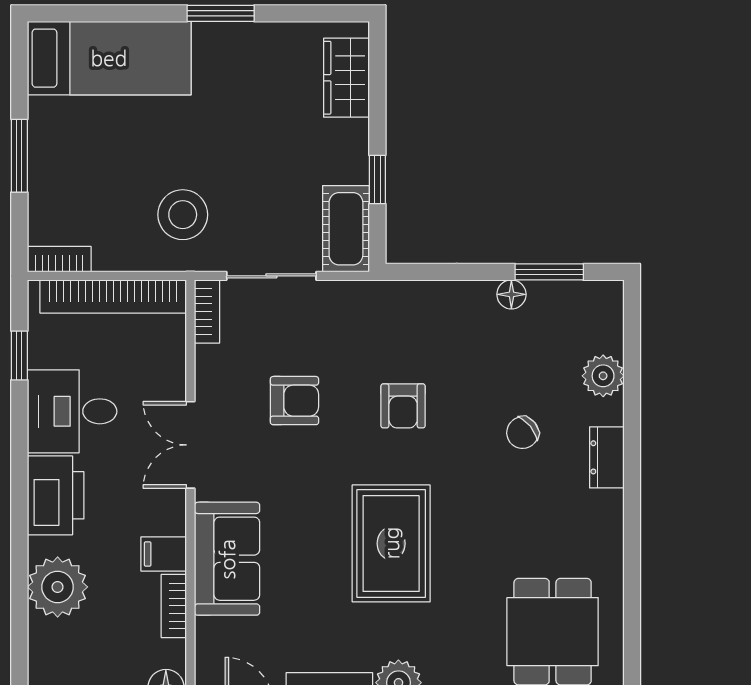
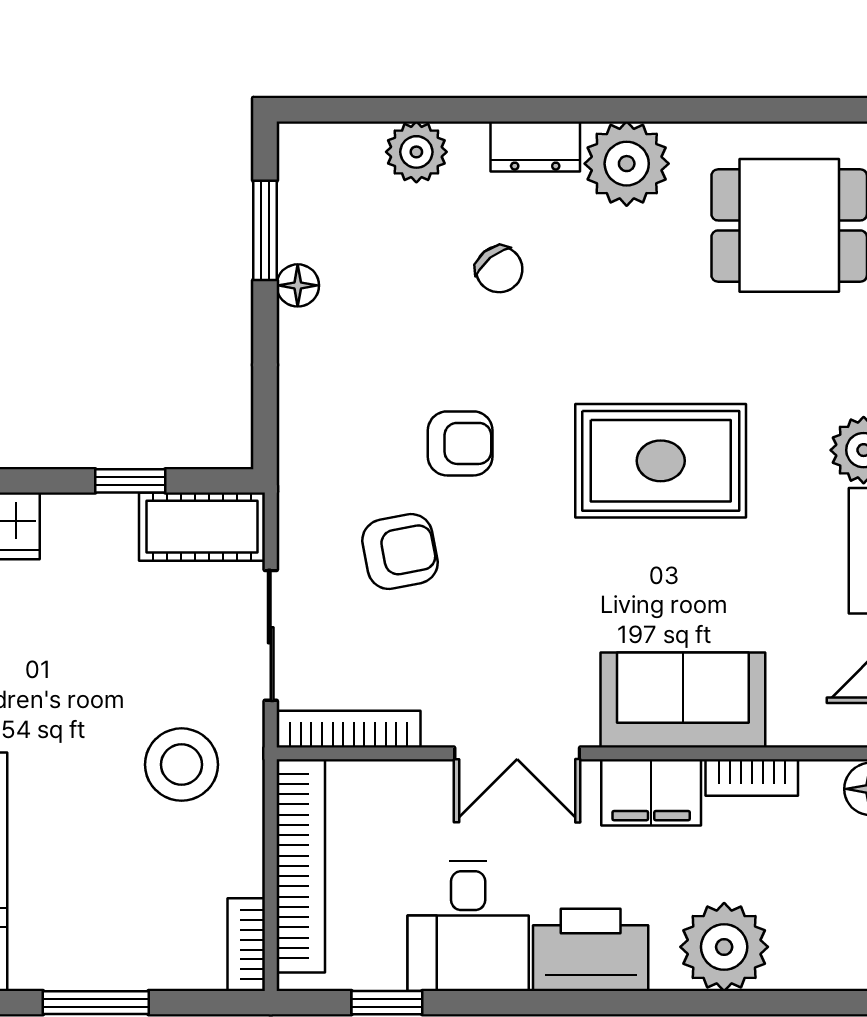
bookcase: (207, 311) -> (348, 729), width x1.56
armchair: (294, 401) -> (400, 552), moved, turned 79
plant: (595, 520) -> (627, 164), added
filing cabinet: (164, 554) -> (651, 792), width x2.00

